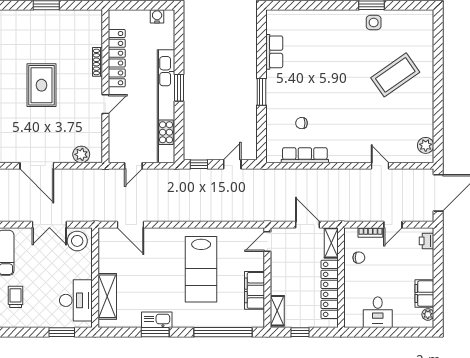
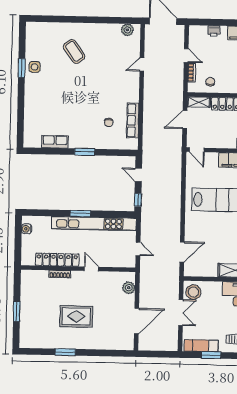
coffee table: (395, 75) -> (74, 51), width x0.73, depth x0.76
printer: (427, 241) -> (214, 31), moved

